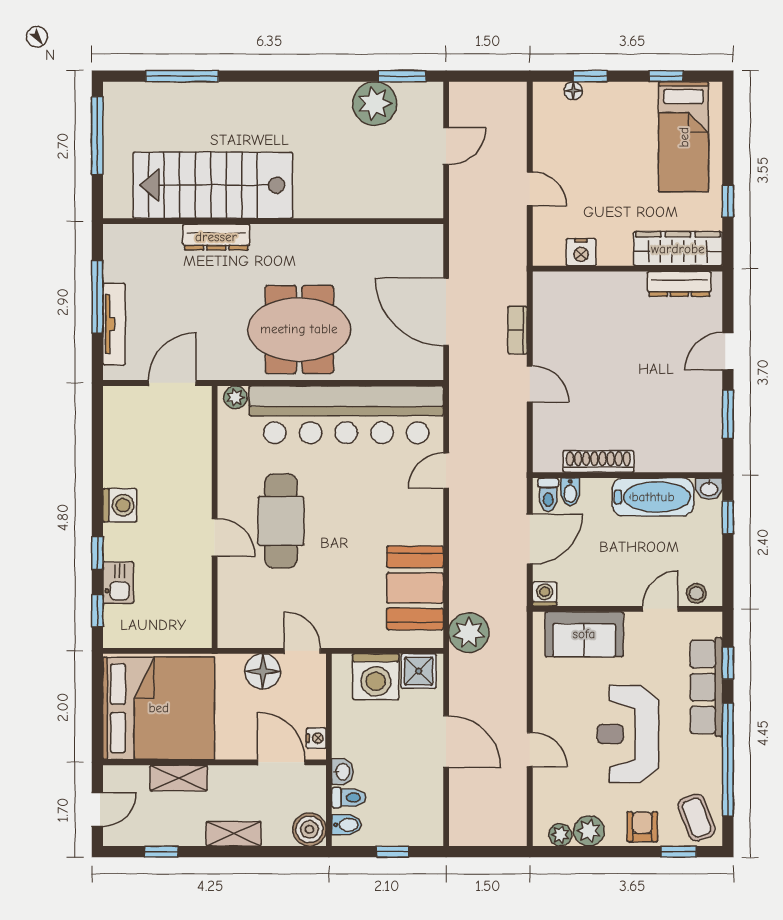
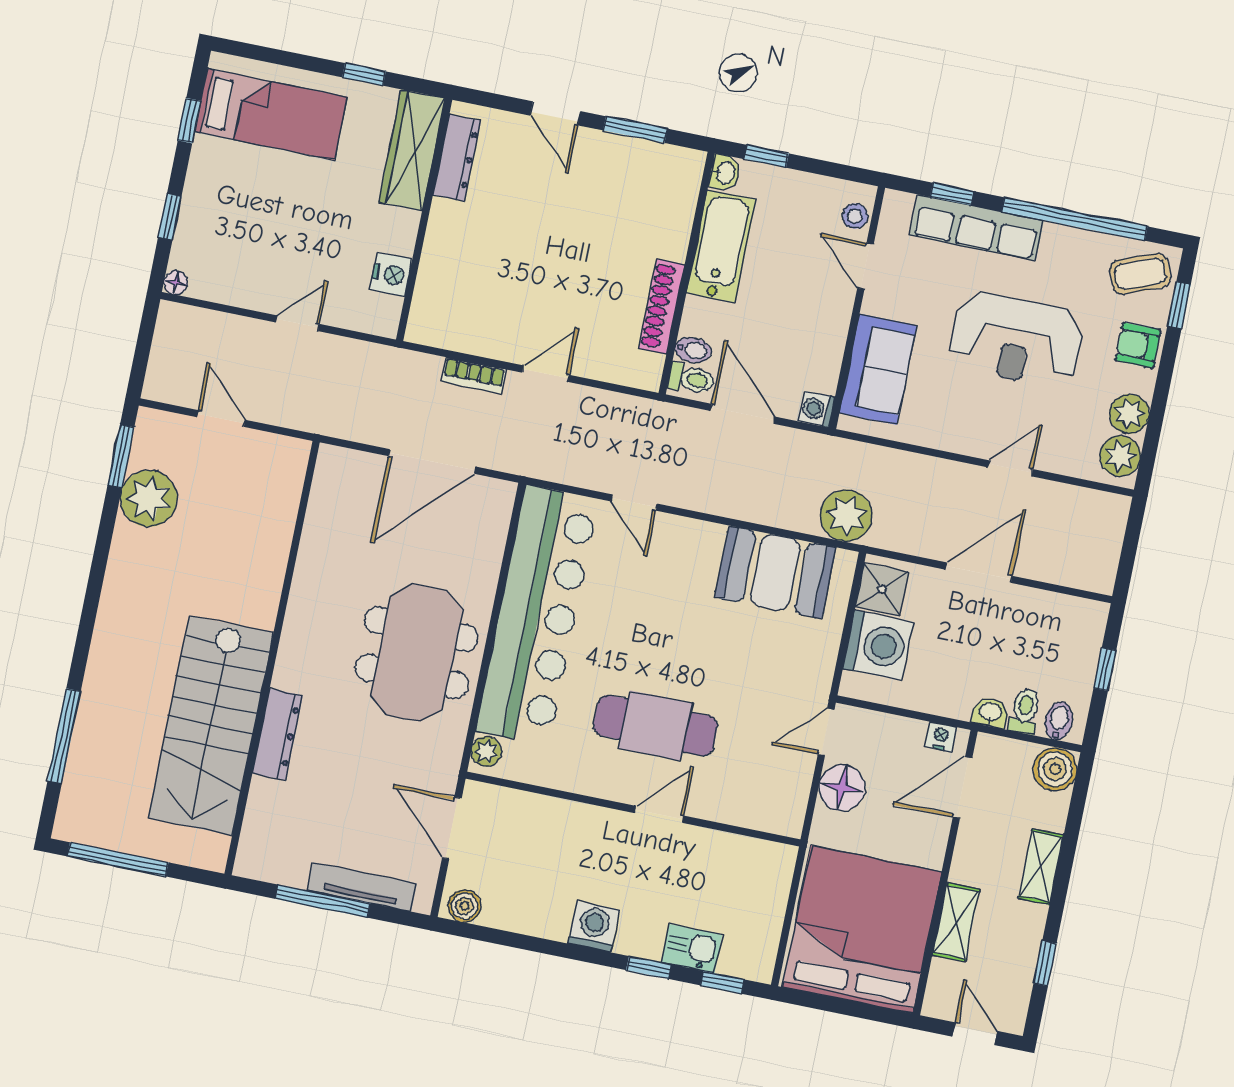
floor lamp: (573, 91) -> (176, 283), moved
boiler: (115, 405) -> (465, 906), added
plant: (560, 835) -> (1120, 456), width x1.38, depth x1.38

